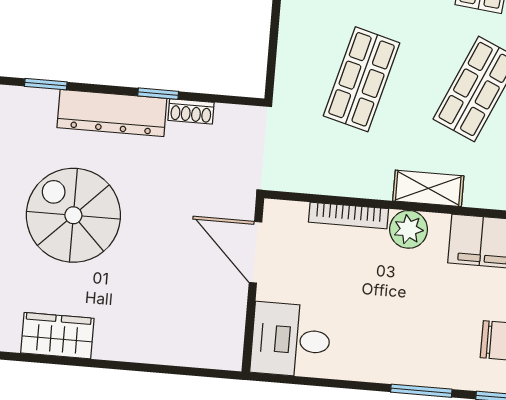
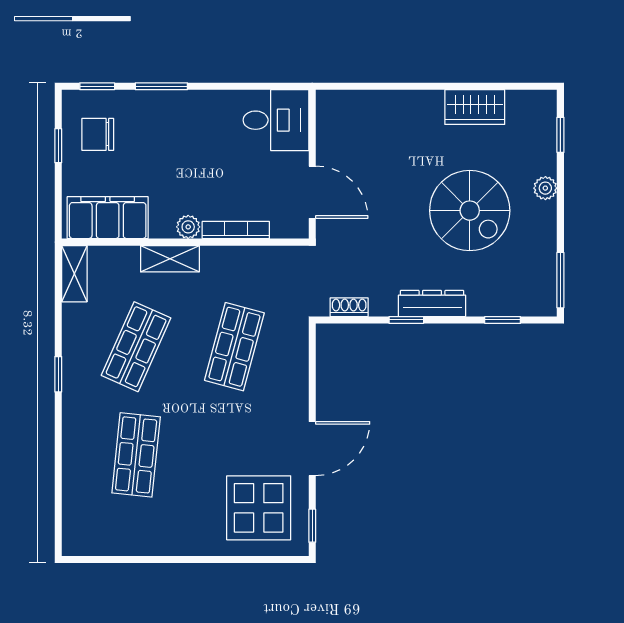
shoe rack: (191, 111) -> (349, 307), moved
dresser: (112, 113) -> (432, 303), width x0.73, depth x0.80
plant: (409, 229) -> (188, 227), width x0.73, depth x0.73

